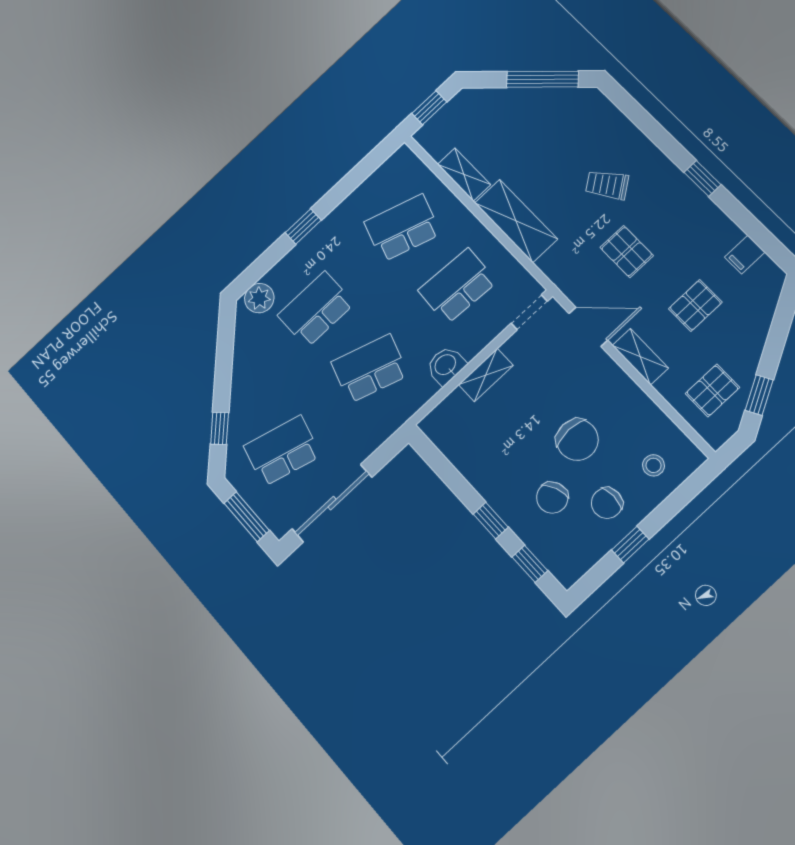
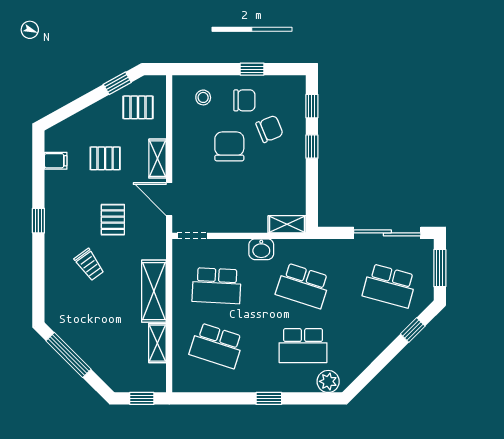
shelving: (486, 375) -> (287, 224), moved

